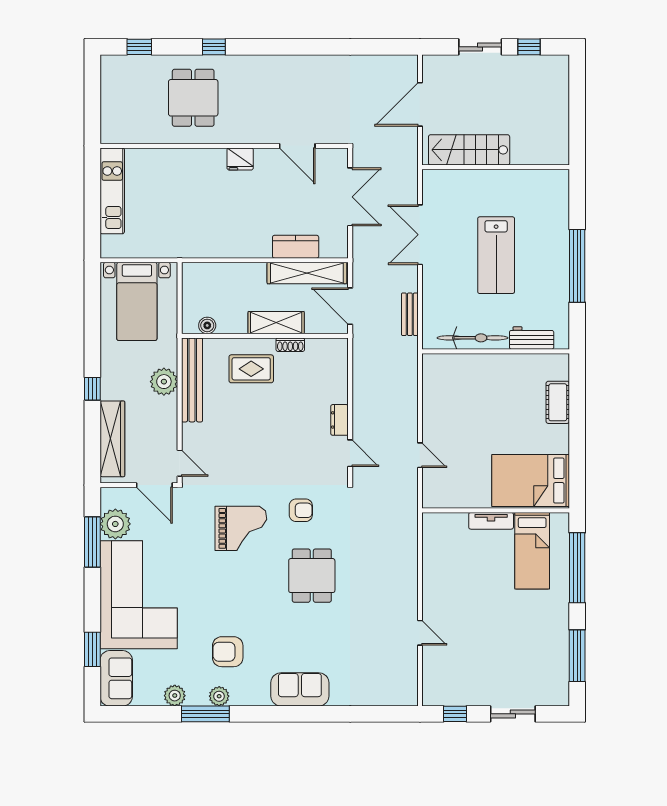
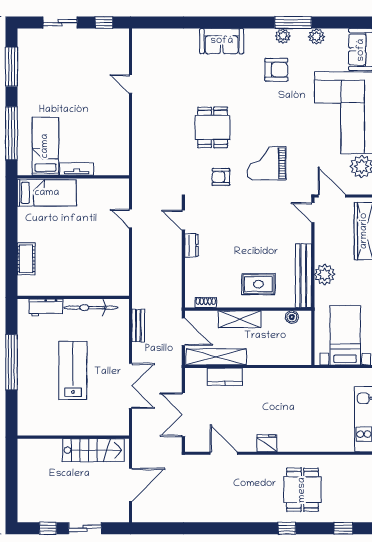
shoe rack: (290, 345) -> (206, 302), moved
bed: (531, 481) -> (47, 193), width x0.67

